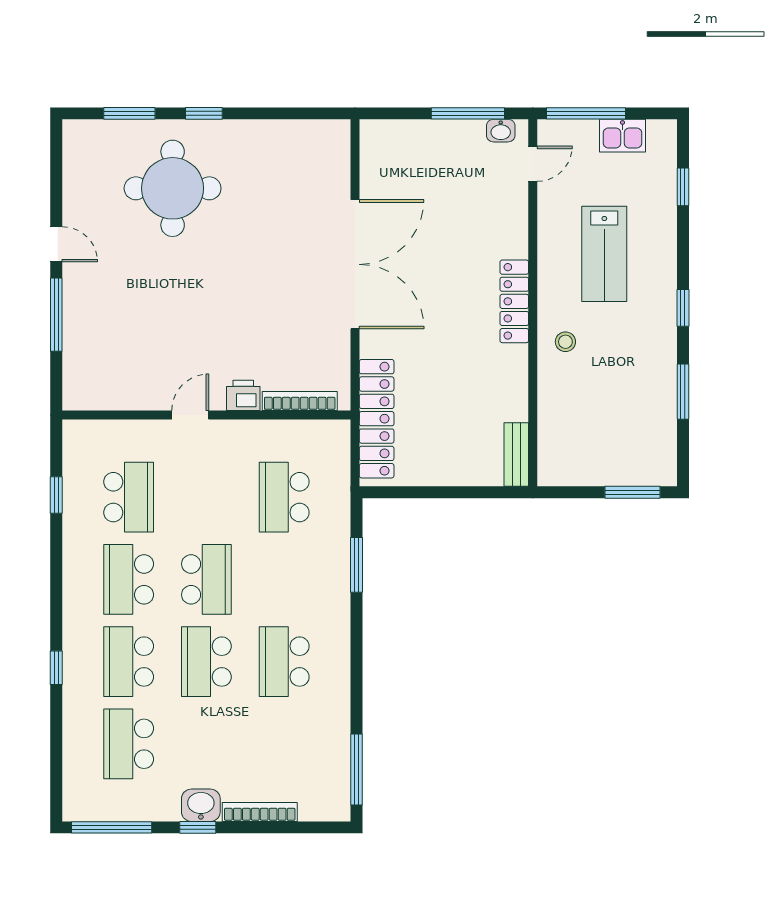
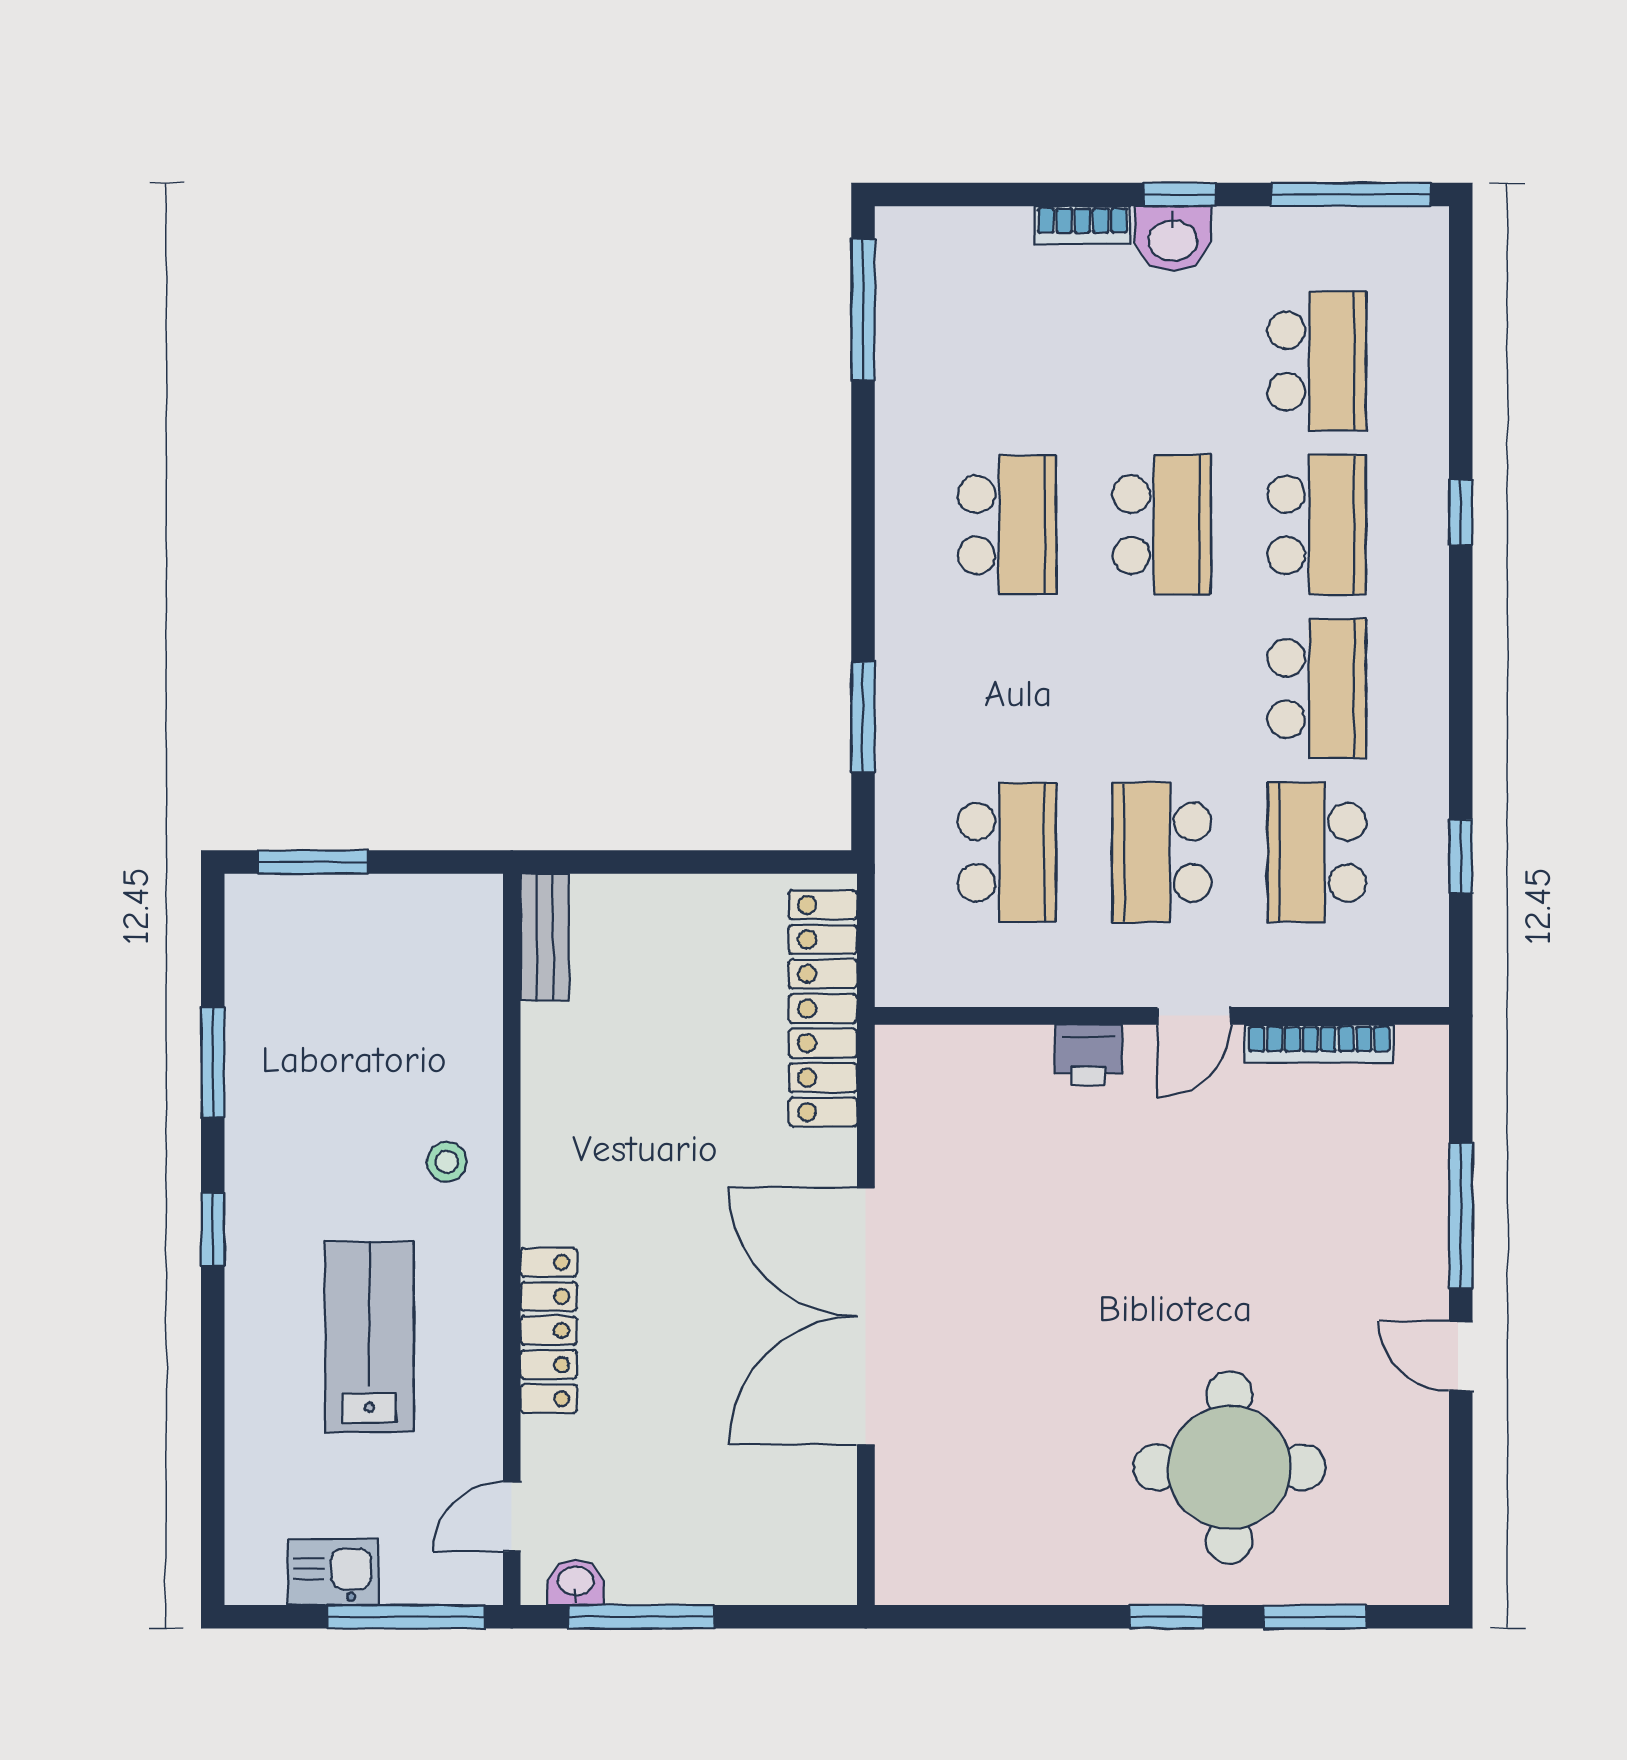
window: (683, 187) -> (213, 1470), removed
locker: (514, 301) -> (549, 1331), moved
bookcase: (300, 401) -> (1319, 1044), moved
school desk: (206, 579) -> (1162, 852), moved
bookcase: (260, 812) -> (1082, 225), width x0.64

